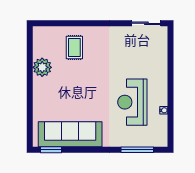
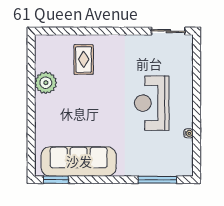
reception desk: (132, 102) -> (152, 103), moved

